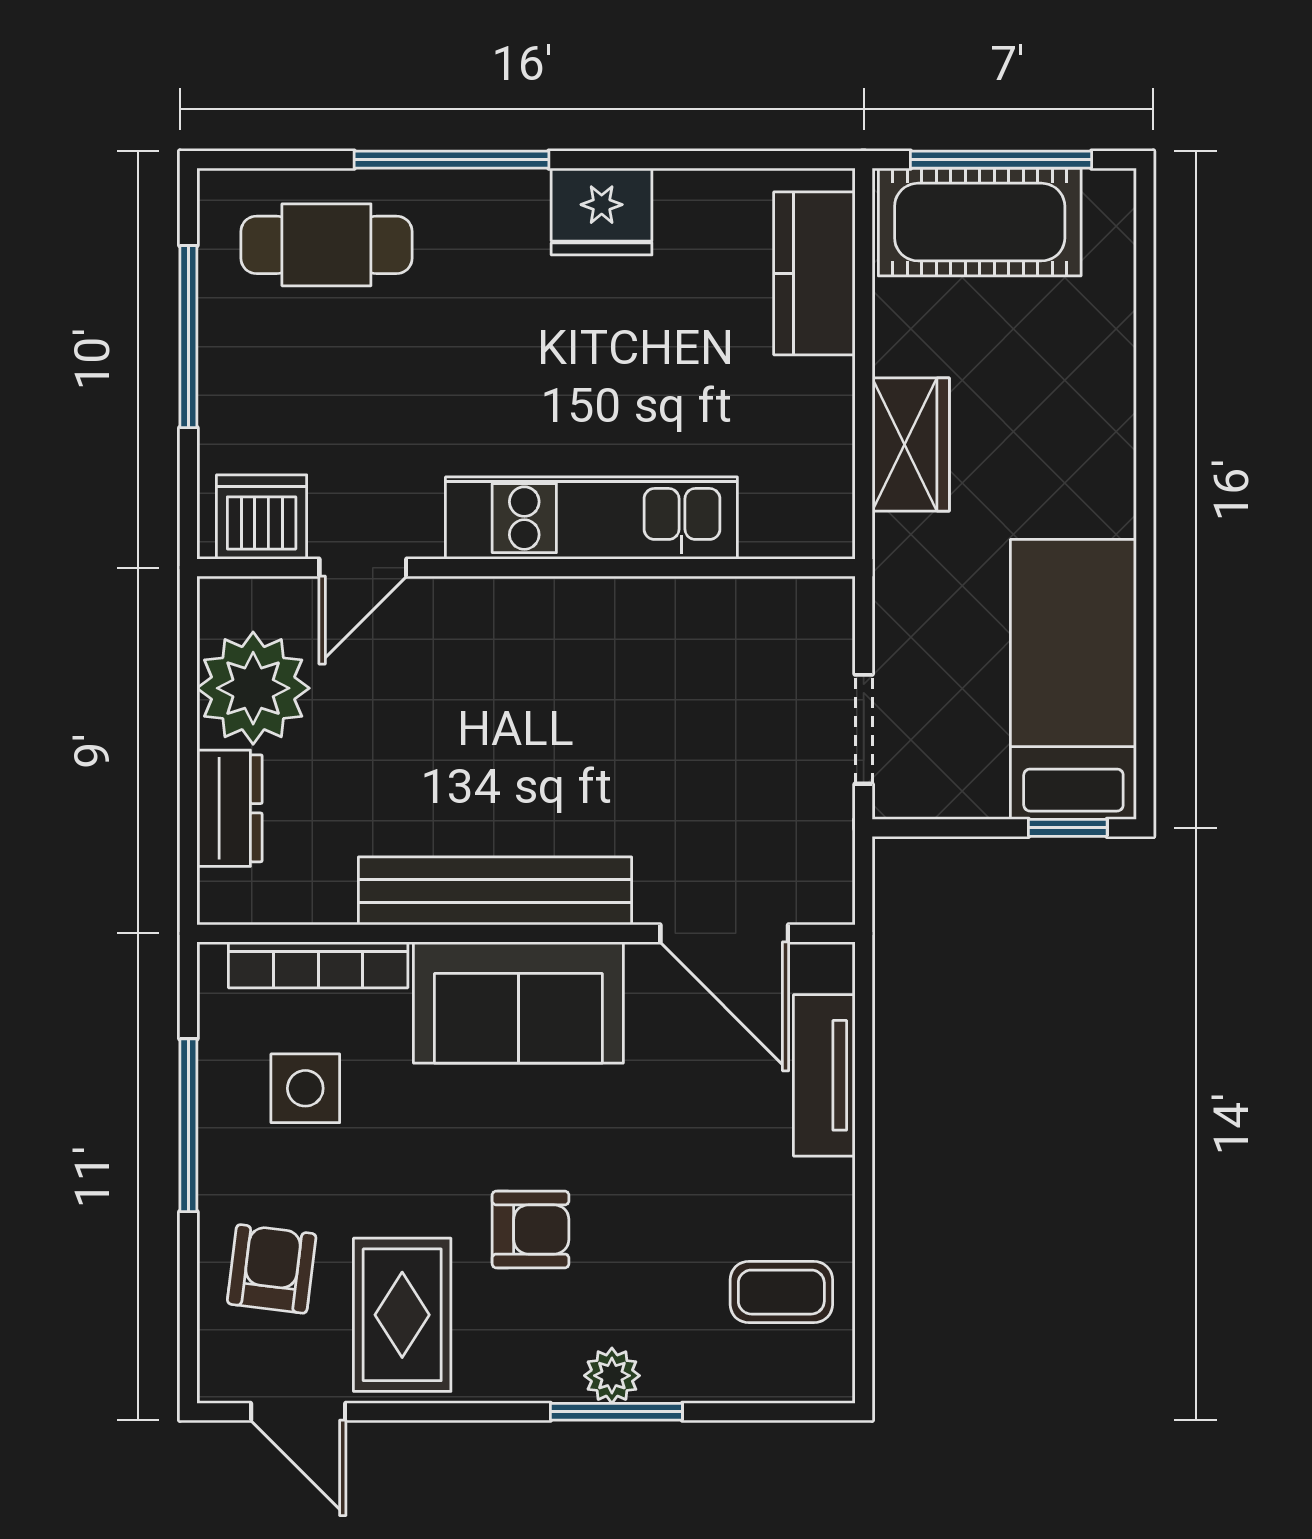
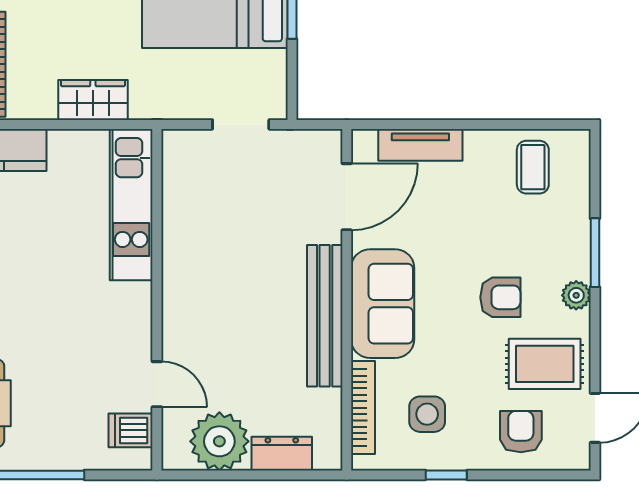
dishwasher: (262, 517) -> (131, 430), width x0.73
kitchen unit: (591, 518) -> (131, 205), moved
window: (188, 1125) -> (446, 475), width x0.46
armchair: (531, 1229) -> (500, 297), turned 90
armchair: (272, 1269) -> (521, 432), turned 83
plant: (612, 1376) -> (576, 295), moved

